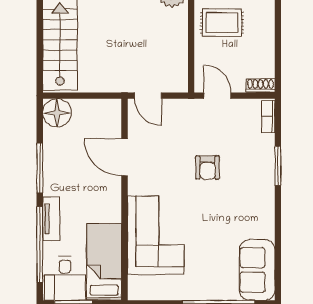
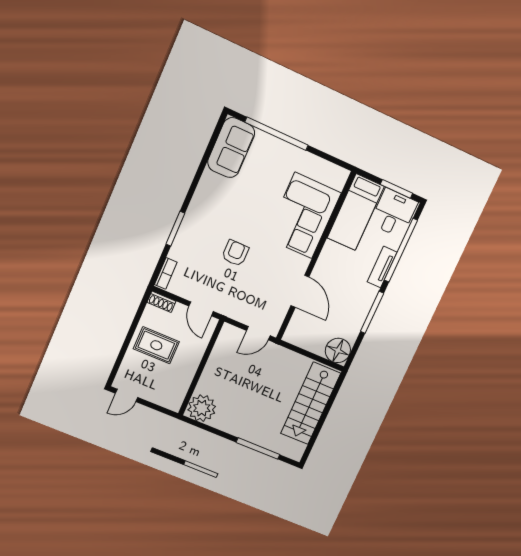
rug: (222, 23) -> (156, 345), moved
door: (148, 96) -> (258, 333), swing flipped

